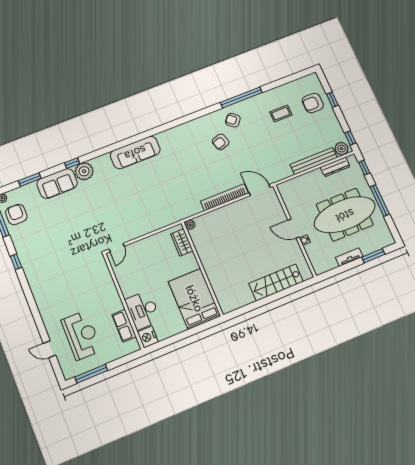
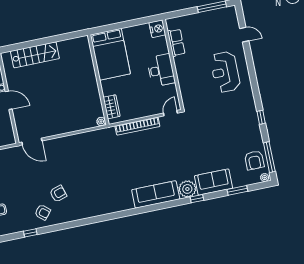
window: (241, 97) -> (30, 233), width x0.32
sofa: (135, 152) -> (156, 194), moved
bookcase: (224, 197) -> (137, 126), moved
desk: (143, 310) -> (161, 70), moved
reception desk: (81, 335) -> (225, 72), moved

